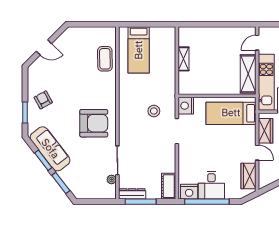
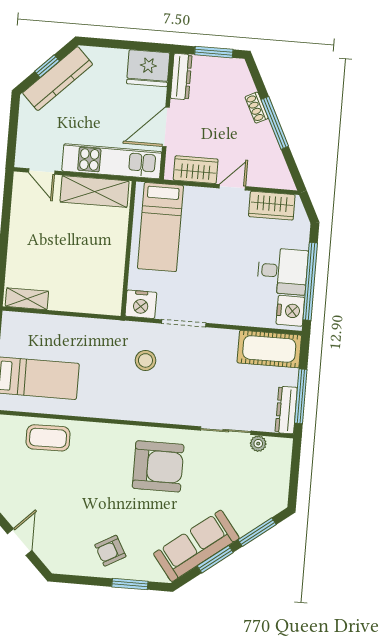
shelving: (184, 59) -> (27, 299), moved
armchair: (94, 123) -> (158, 466), turned 90
cot: (169, 186) -> (269, 349), width x1.37, depth x1.34

